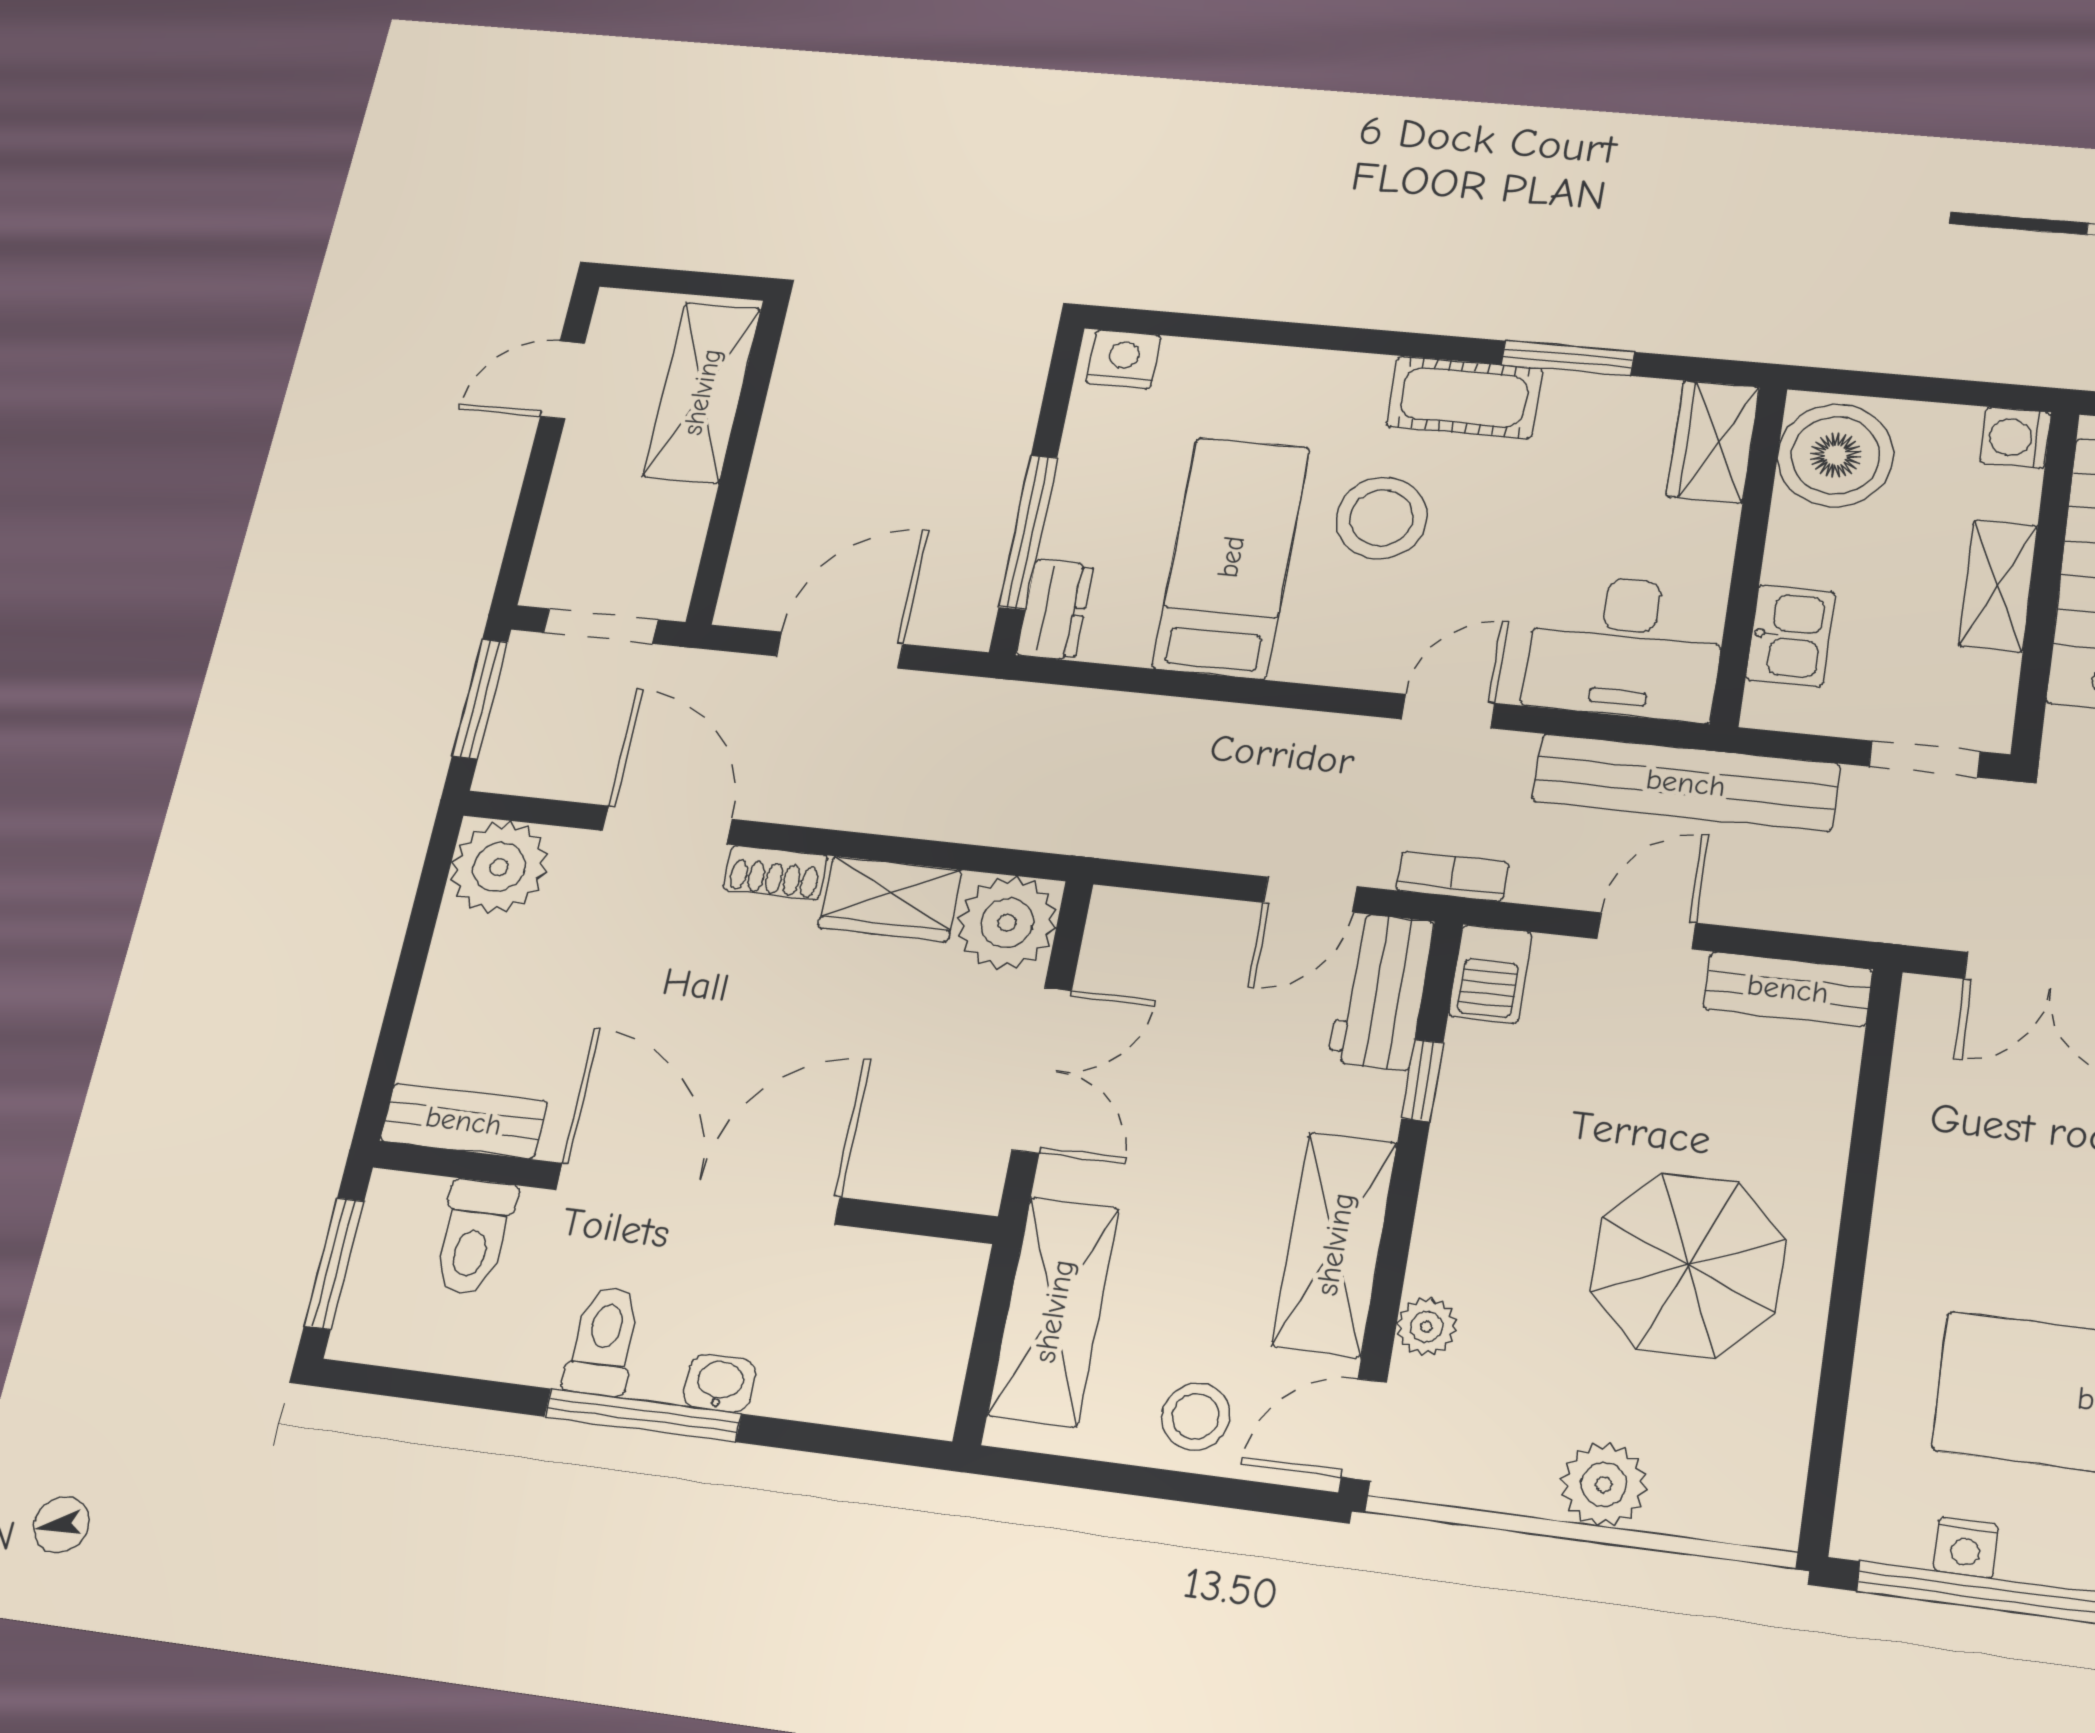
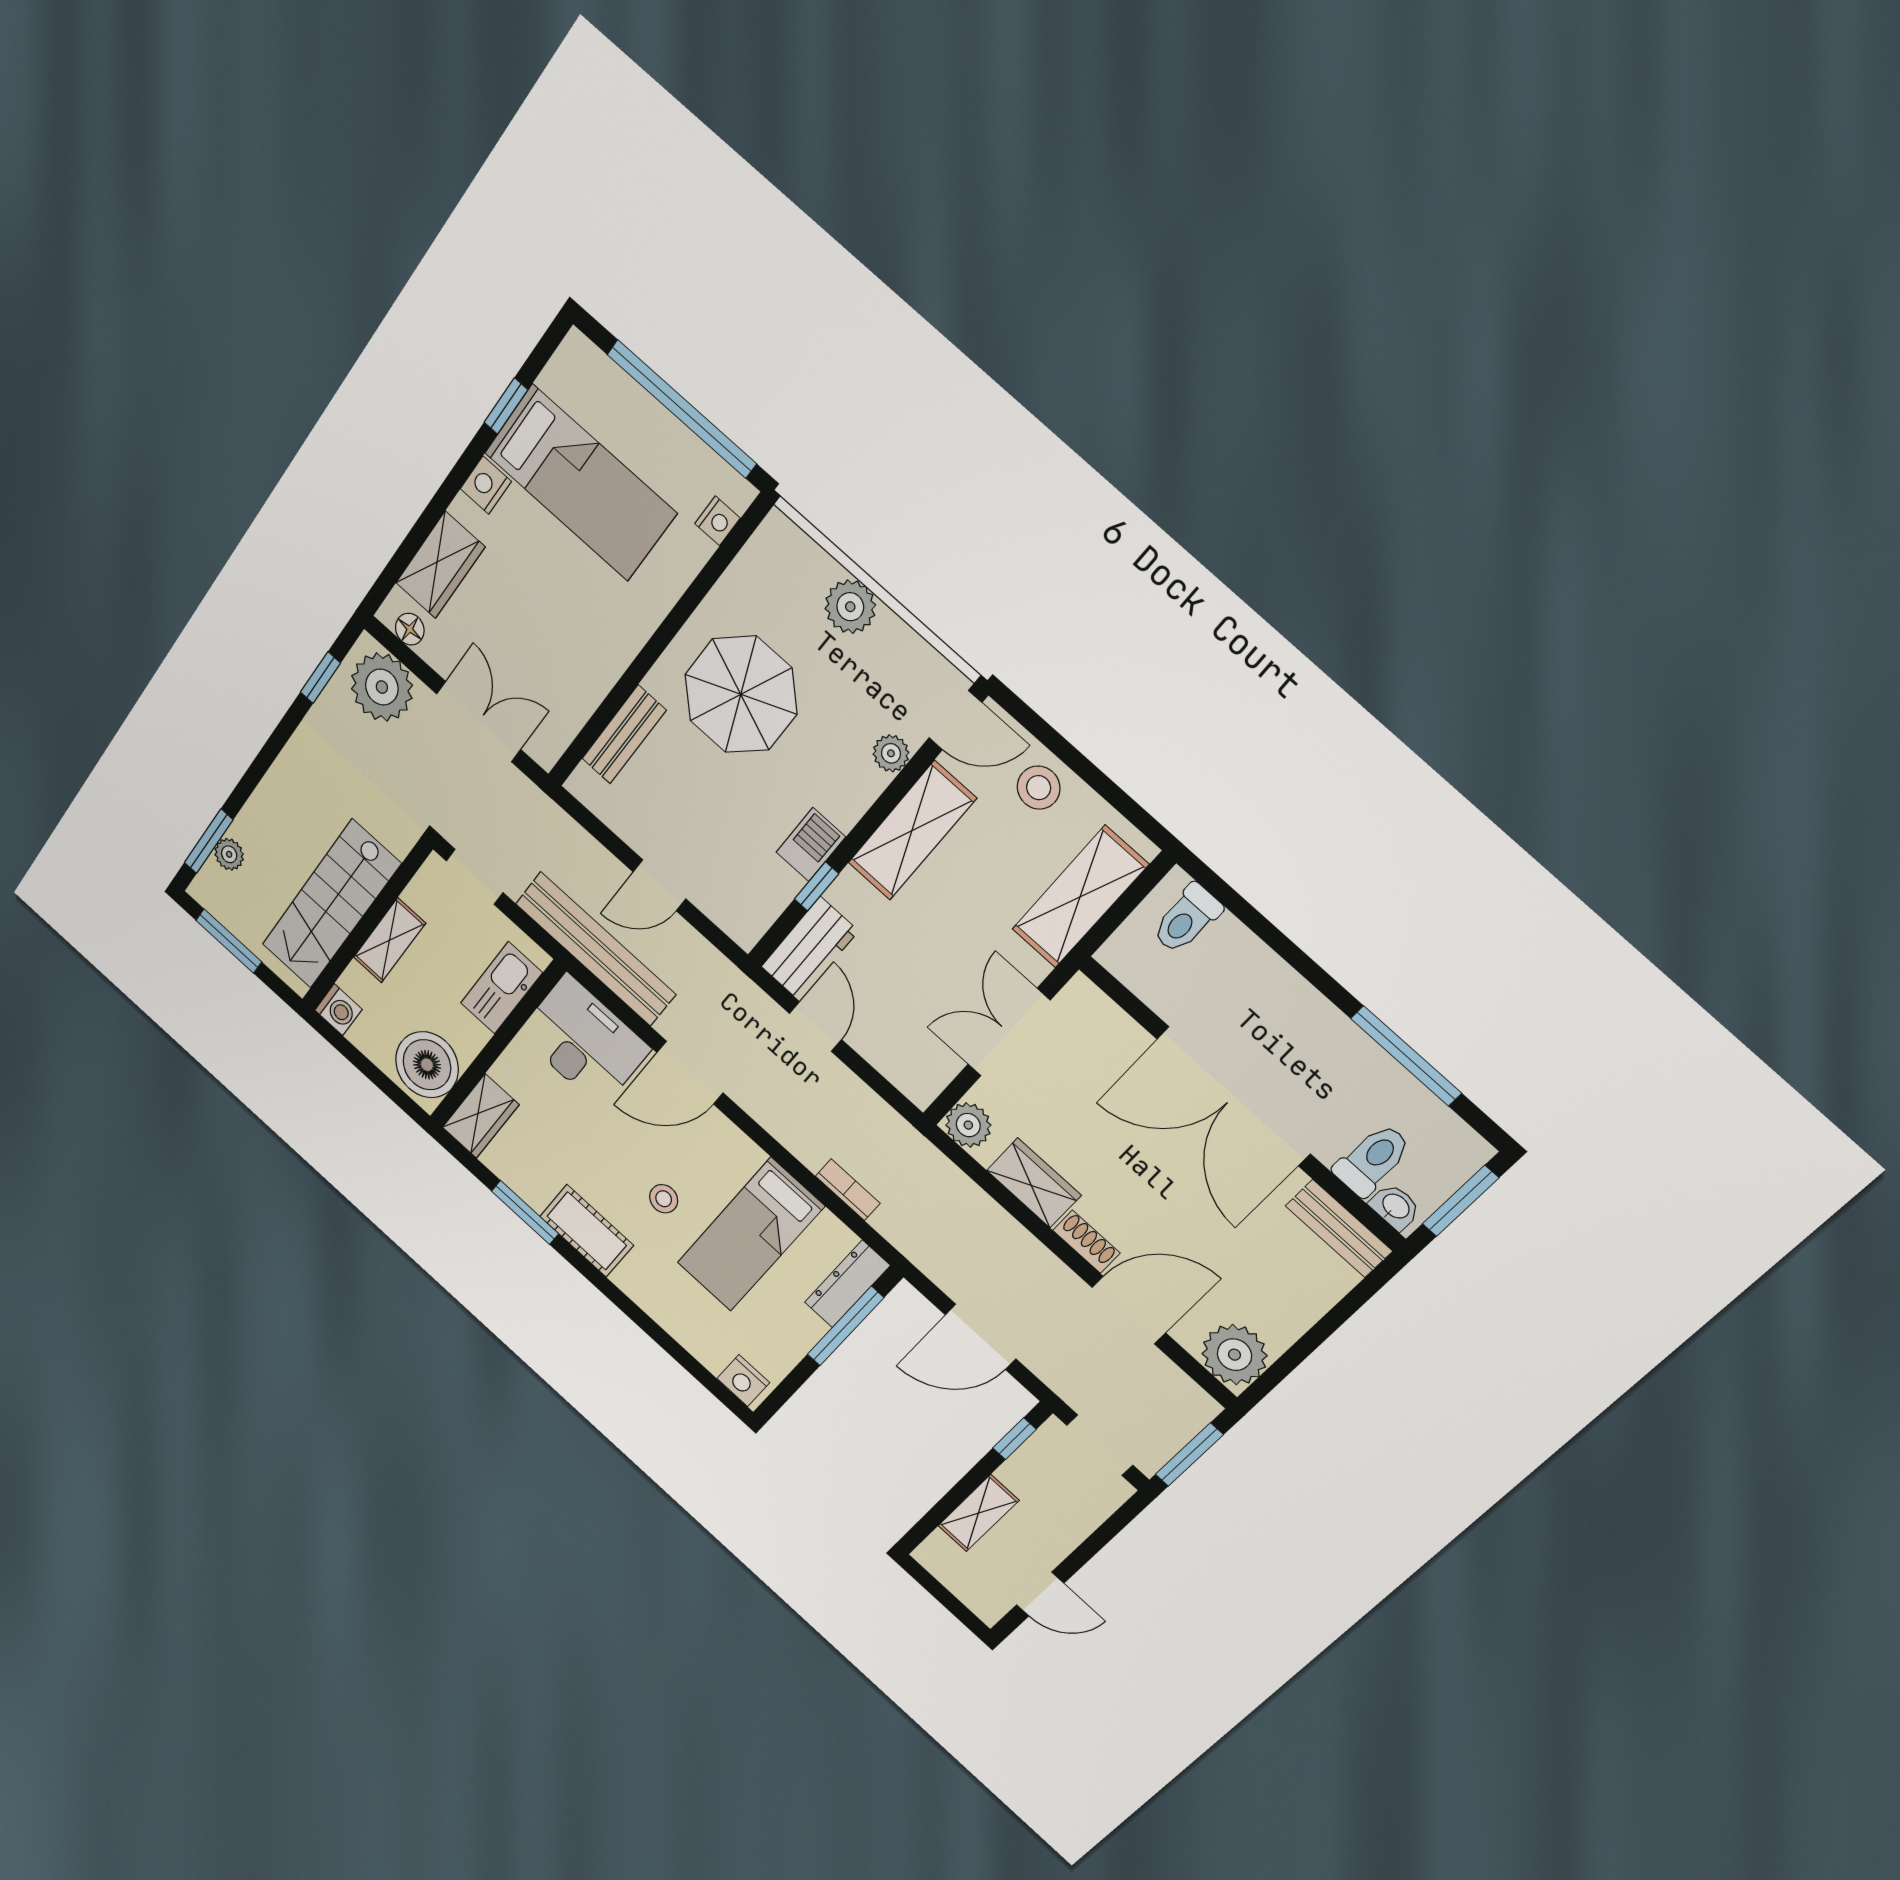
shelving: (702, 392) -> (978, 1513), width x0.67, depth x0.75
stool: (1382, 518) -> (664, 1199), width x0.53, depth x0.53
window: (716, 552) -> (1015, 1439), added
dresser: (1055, 610) -> (847, 1284), width x1.44
kitchen sink: (1791, 636) -> (501, 988), width x1.38
door: (1448, 711) -> (690, 1073), width x1.38
door: (667, 825) -> (1129, 1310), swing flipped
bookcase: (1452, 876) -> (848, 1190), moved, turned 180
door: (1310, 895) -> (815, 1026), hinge flipped
plant: (1007, 923) -> (968, 1125), width x0.73, depth x0.73
barbecue: (1490, 974) -> (811, 845), moved
bench: (1788, 989) -> (624, 734), moved, turned 90
toilet: (603, 1341) -> (1187, 919), moved
washbasin: (720, 1383) -> (1395, 1207), moved, turned 180
window: (643, 1415) -> (1406, 1056), moved
nightstand: (1966, 1547) -> (718, 521), moved, turned 90

